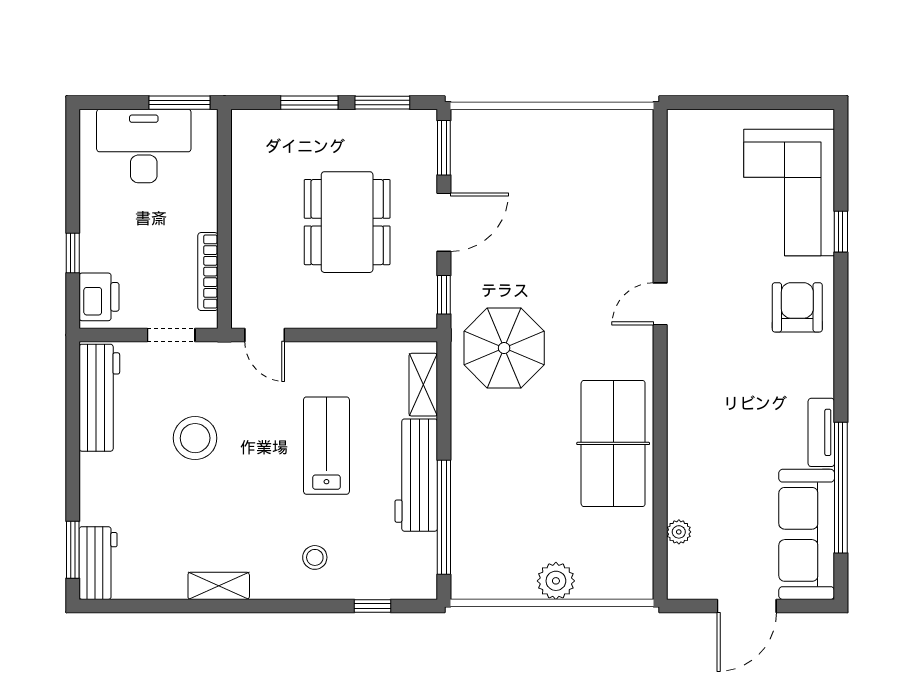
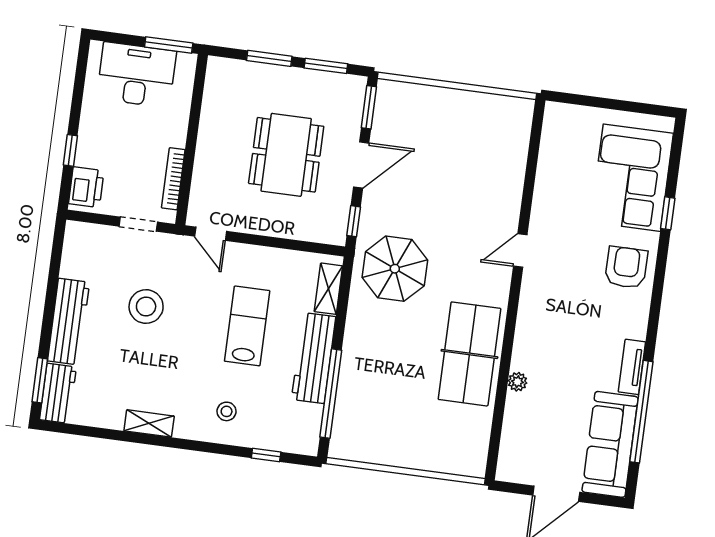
workbench: (99, 398) -> (69, 322), moved
plant: (679, 532) -> (518, 382), moved
plant: (556, 581) -> (411, 454), removed

